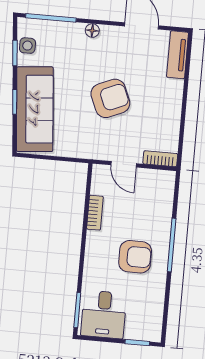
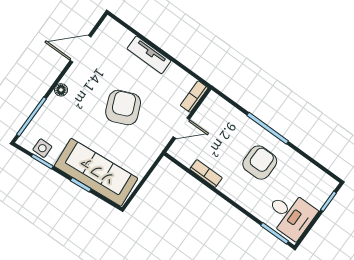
tv unit: (178, 55) -> (149, 55), moved

